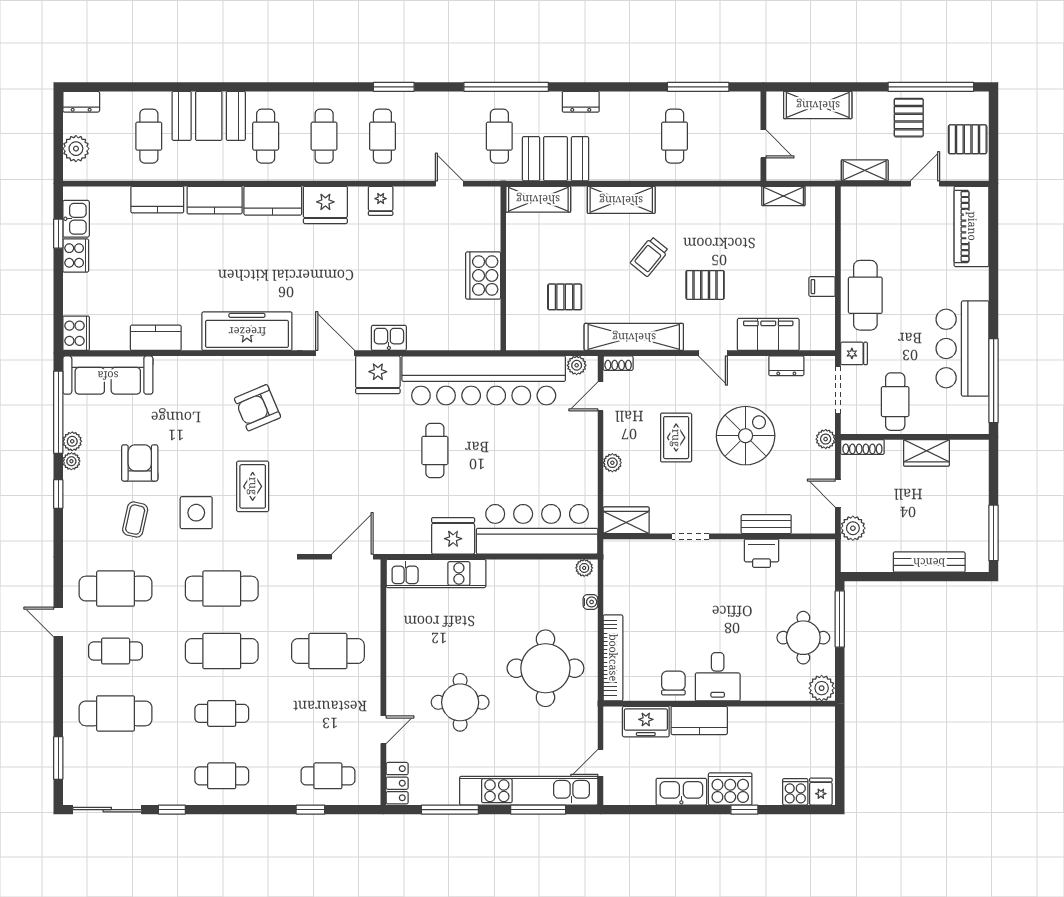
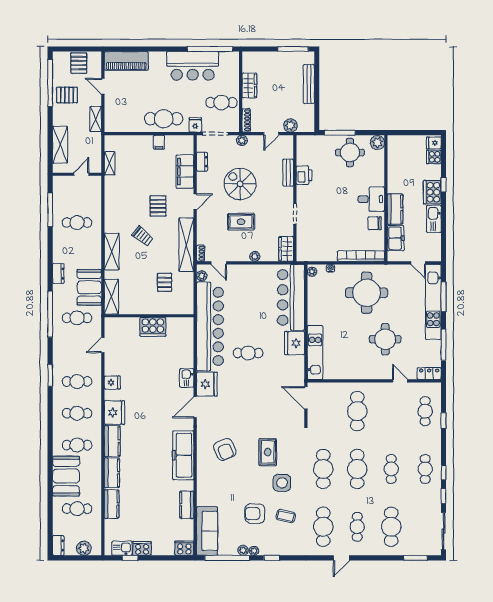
rug: (253, 486) -> (268, 452), turned 90
window: (215, 810) -> (443, 473), added

